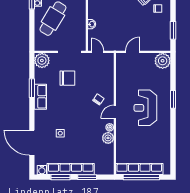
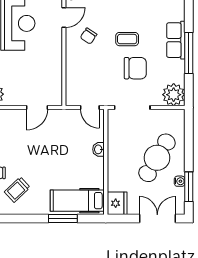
chair: (67, 78) -> (135, 68), turned 180
window: (32, 88) -> (189, 53), width x1.44
coffee table: (73, 97) -> (127, 39), added

